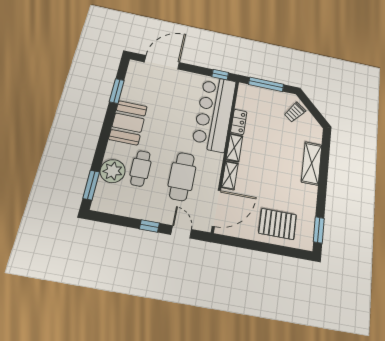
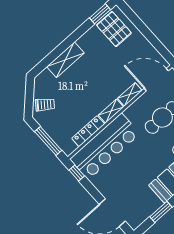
locker: (239, 122) -> (88, 131), width x1.53
pallet: (278, 224) -> (114, 29), moved

